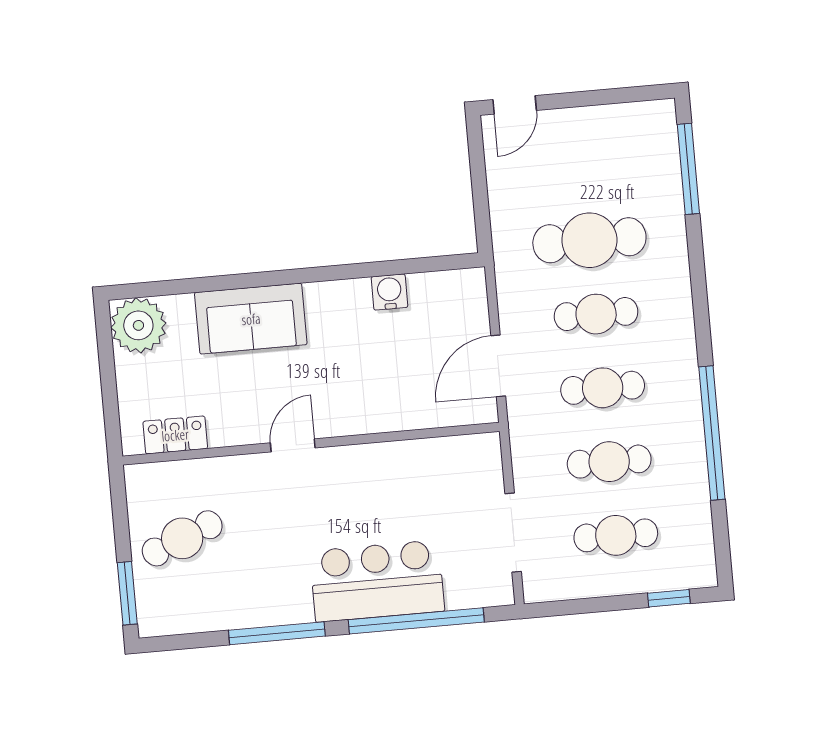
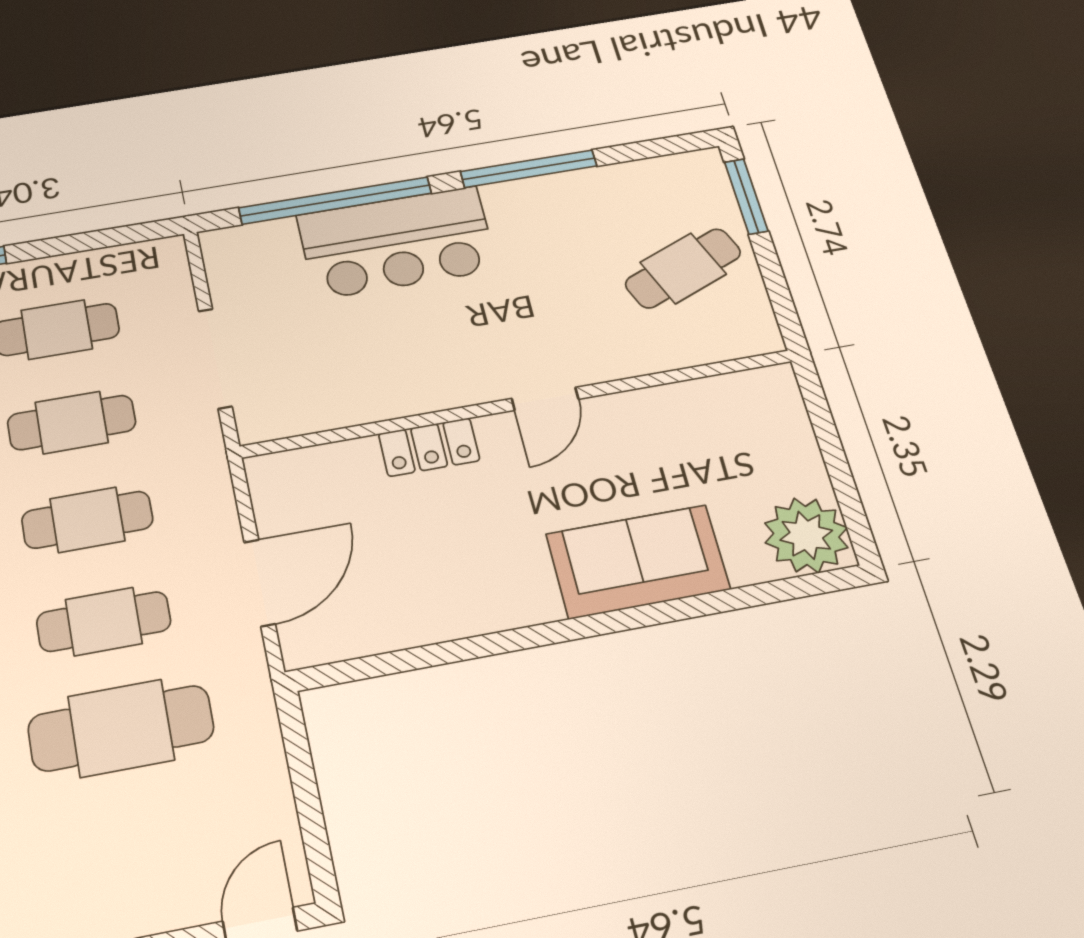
water cooler: (389, 292) -> (430, 620), removed
door: (498, 366) -> (260, 583), moved
locker: (175, 435) -> (429, 447), moved
doorway: (513, 533) -> (215, 358), moved

